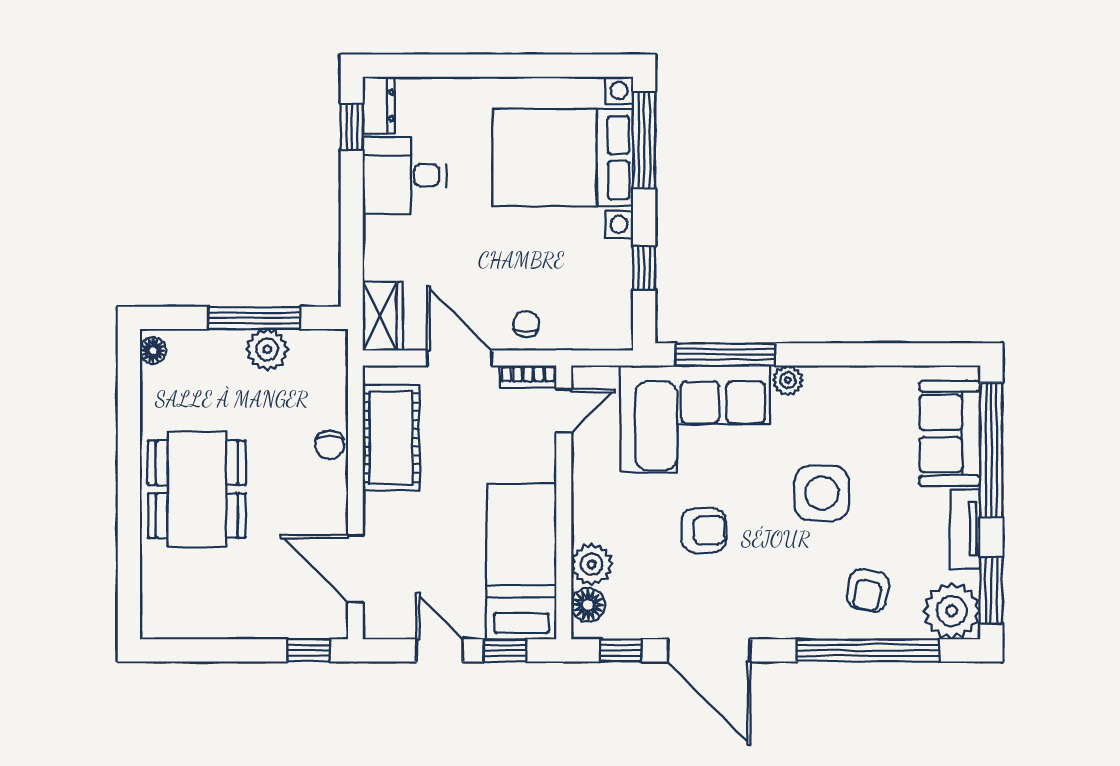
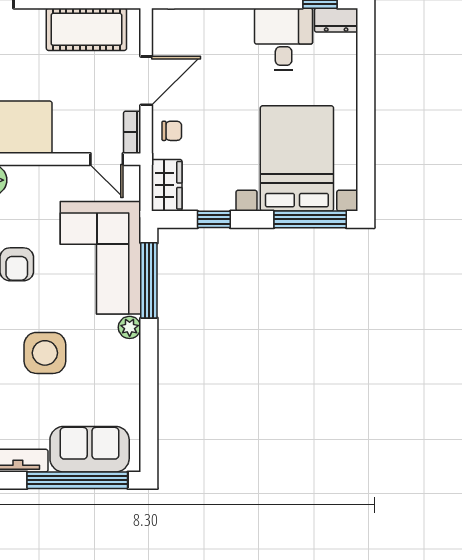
wardrobe: (383, 316) -> (167, 185), moved, turned -90

